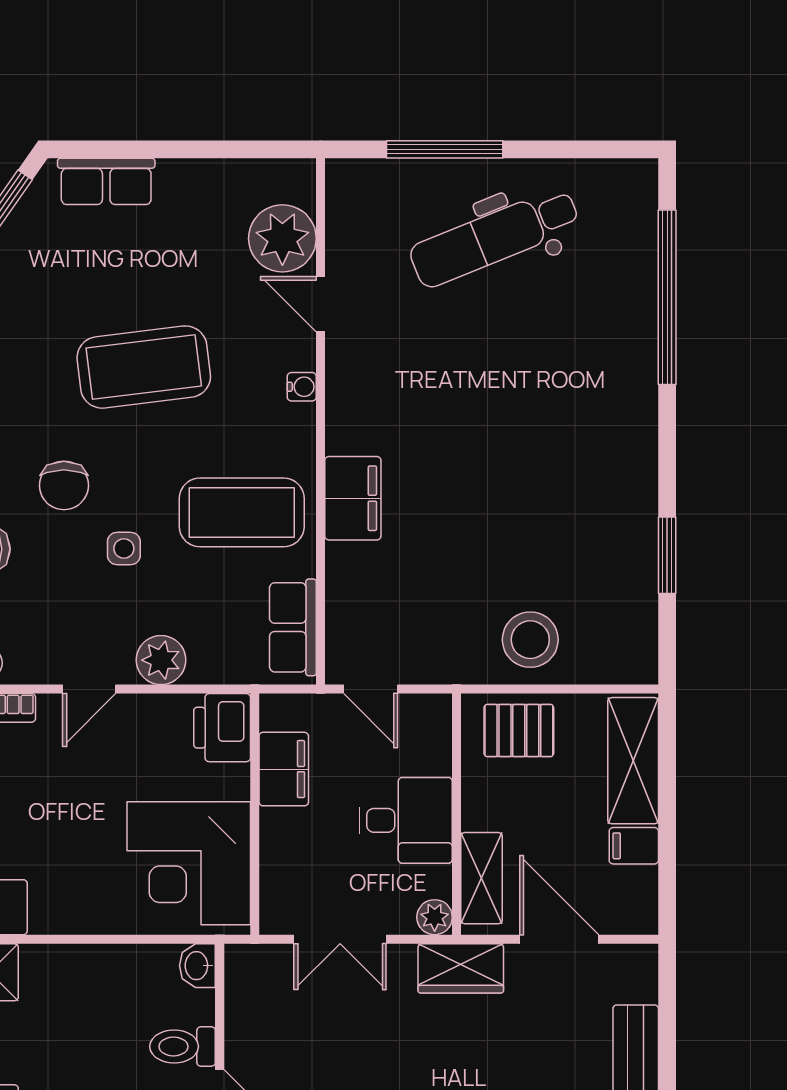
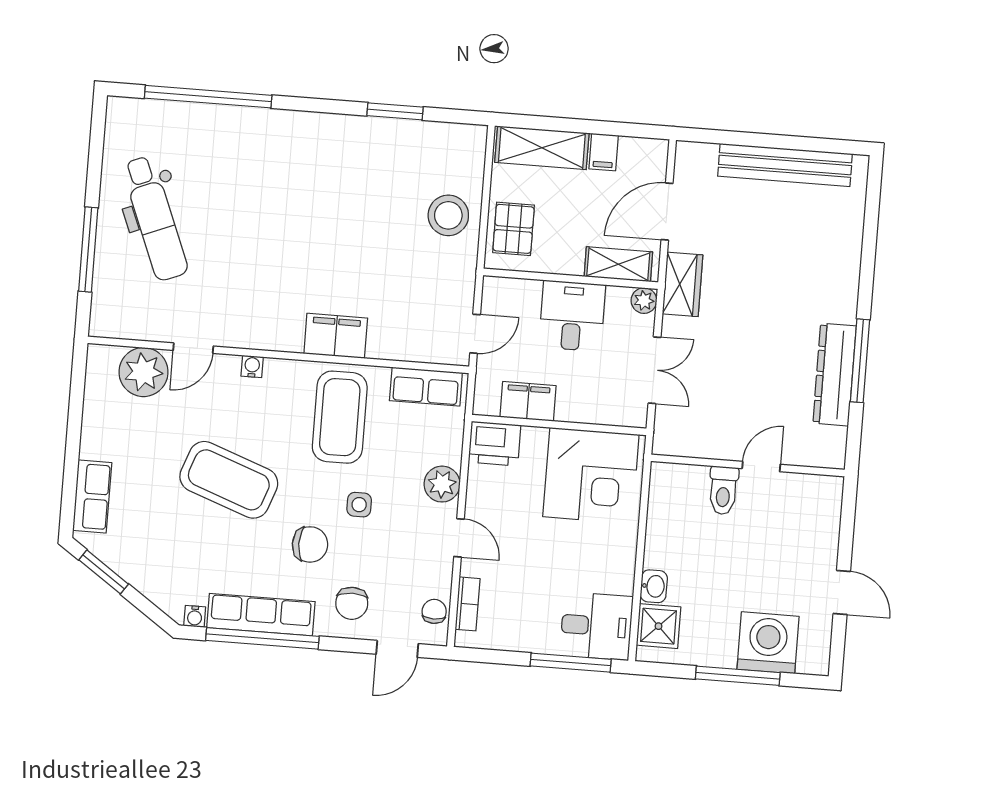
coffee table: (144, 367) -> (229, 480), turned -63
washbasin: (197, 966) -> (654, 586), moved, turned -90

